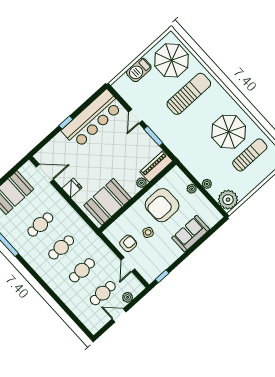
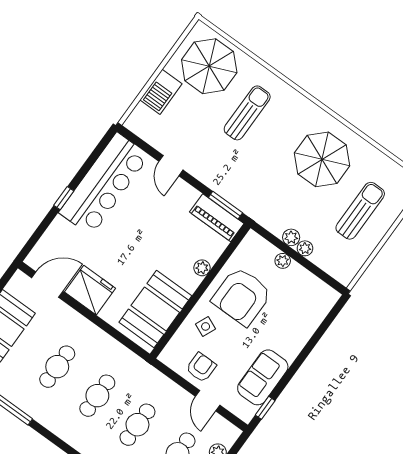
sun lounger: (189, 94) -> (247, 113), width x0.73, depth x0.75
window: (153, 136) -> (225, 205), moved
sun lounger: (250, 155) -> (360, 211), moved
piano: (156, 166) -> (217, 218), moved, turned -90
fridge: (72, 188) -> (90, 290), width x1.88, depth x1.34
plant: (228, 200) -> (291, 237), moved, width x0.53, depth x0.53
side table: (148, 232) -> (206, 326), moved
sofa: (191, 234) -> (263, 377), moved

